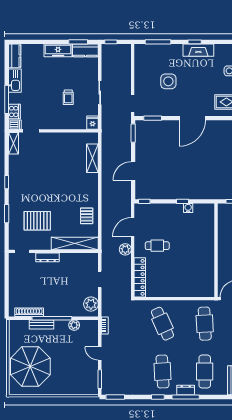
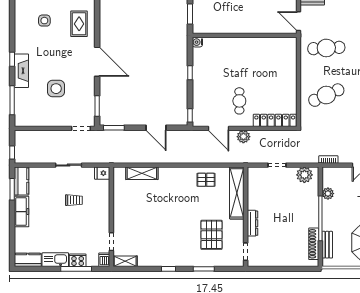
fireplace: (198, 50) -> (21, 71), moved
cooker: (14, 112) -> (78, 260), moved
water cooler: (188, 208) -> (197, 42), moved
bench: (41, 324) -> (327, 245), moved

